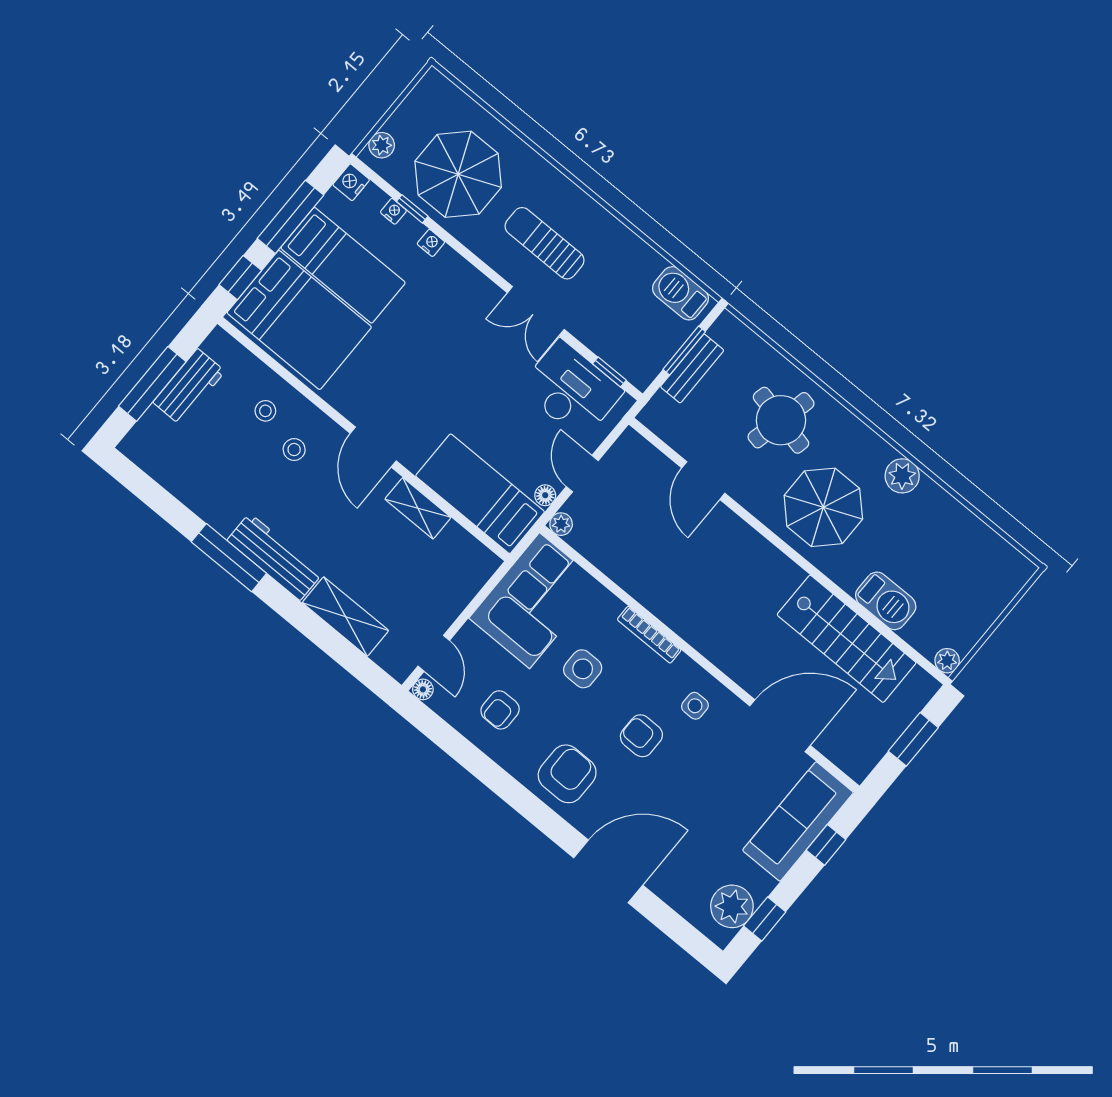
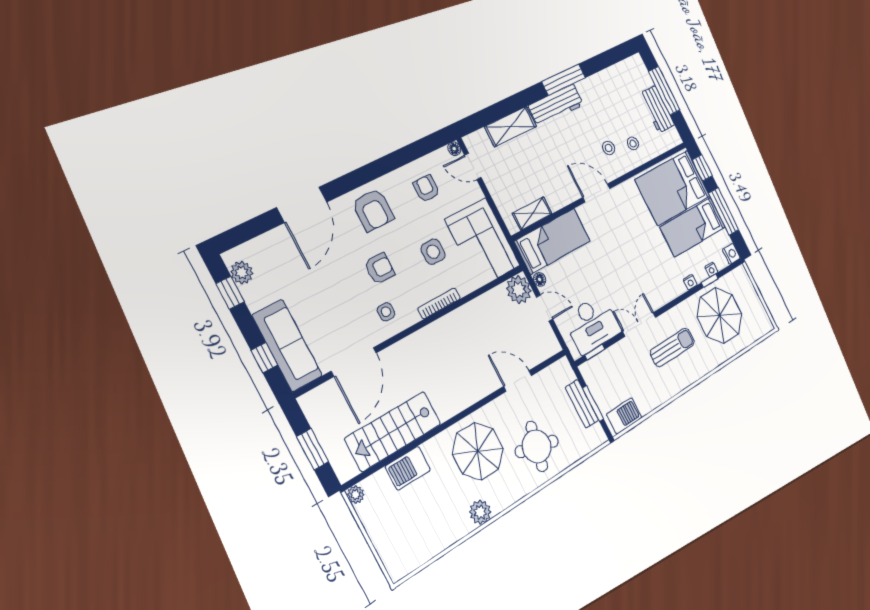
plant: (382, 145) -> (744, 280), removed
shelving: (418, 508) -> (532, 213), moved
plant: (561, 524) -> (519, 290), width x1.87, depth x1.87
plant: (732, 906) -> (242, 273), width x0.73, depth x0.73

